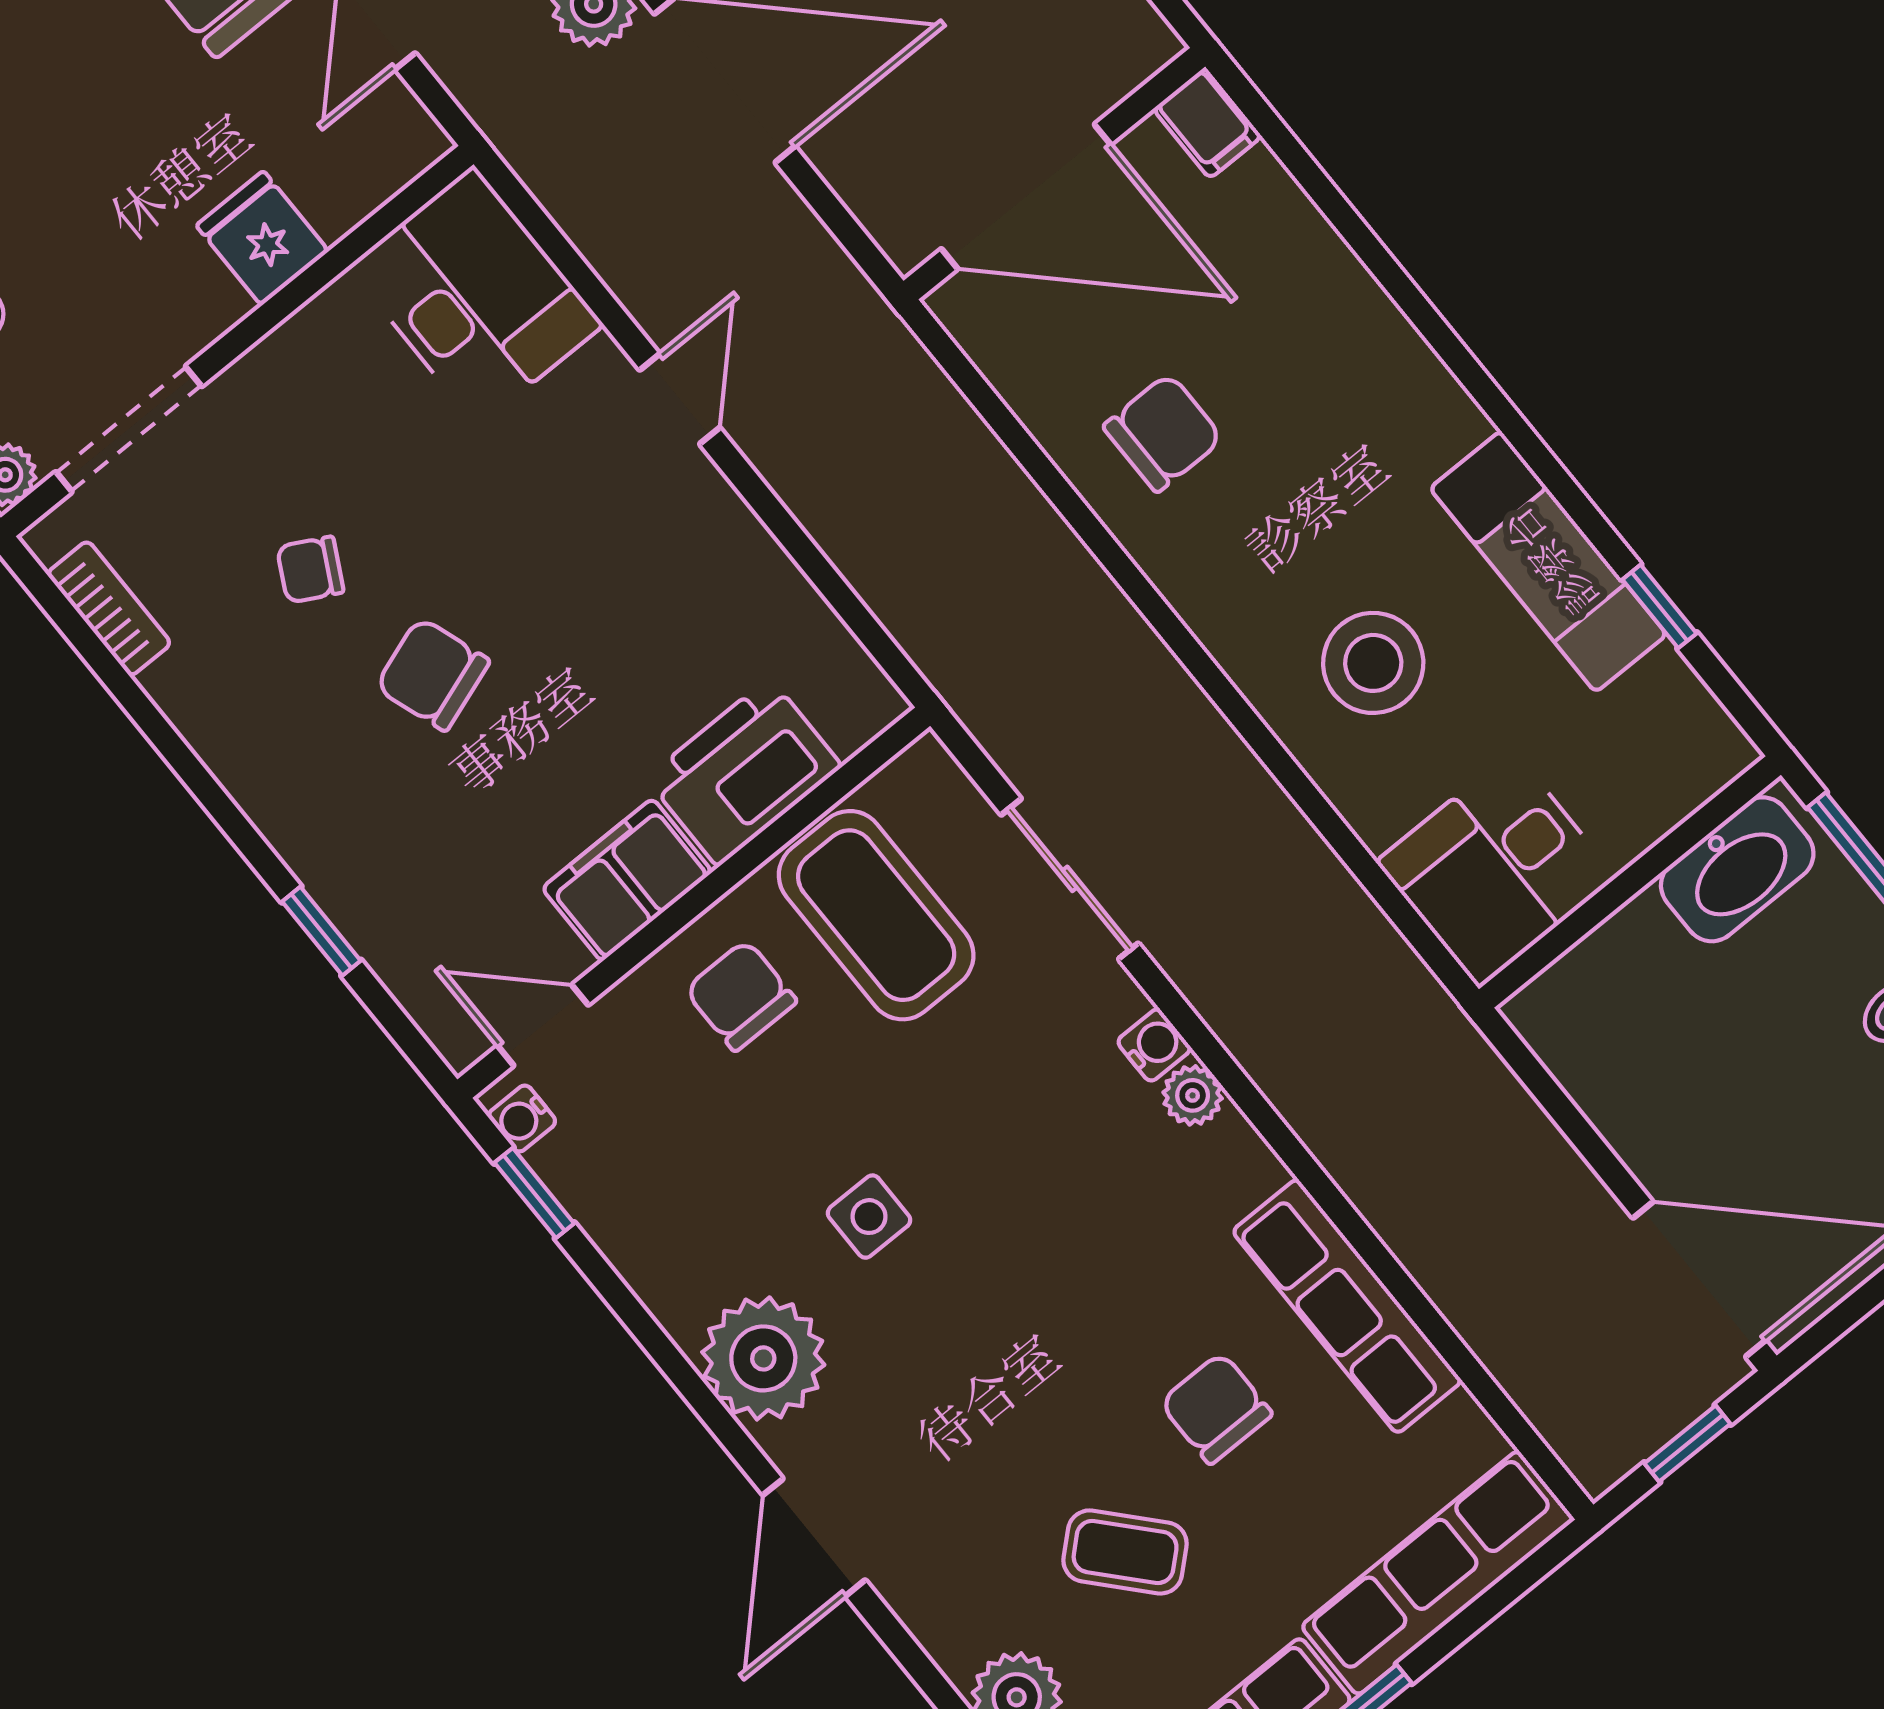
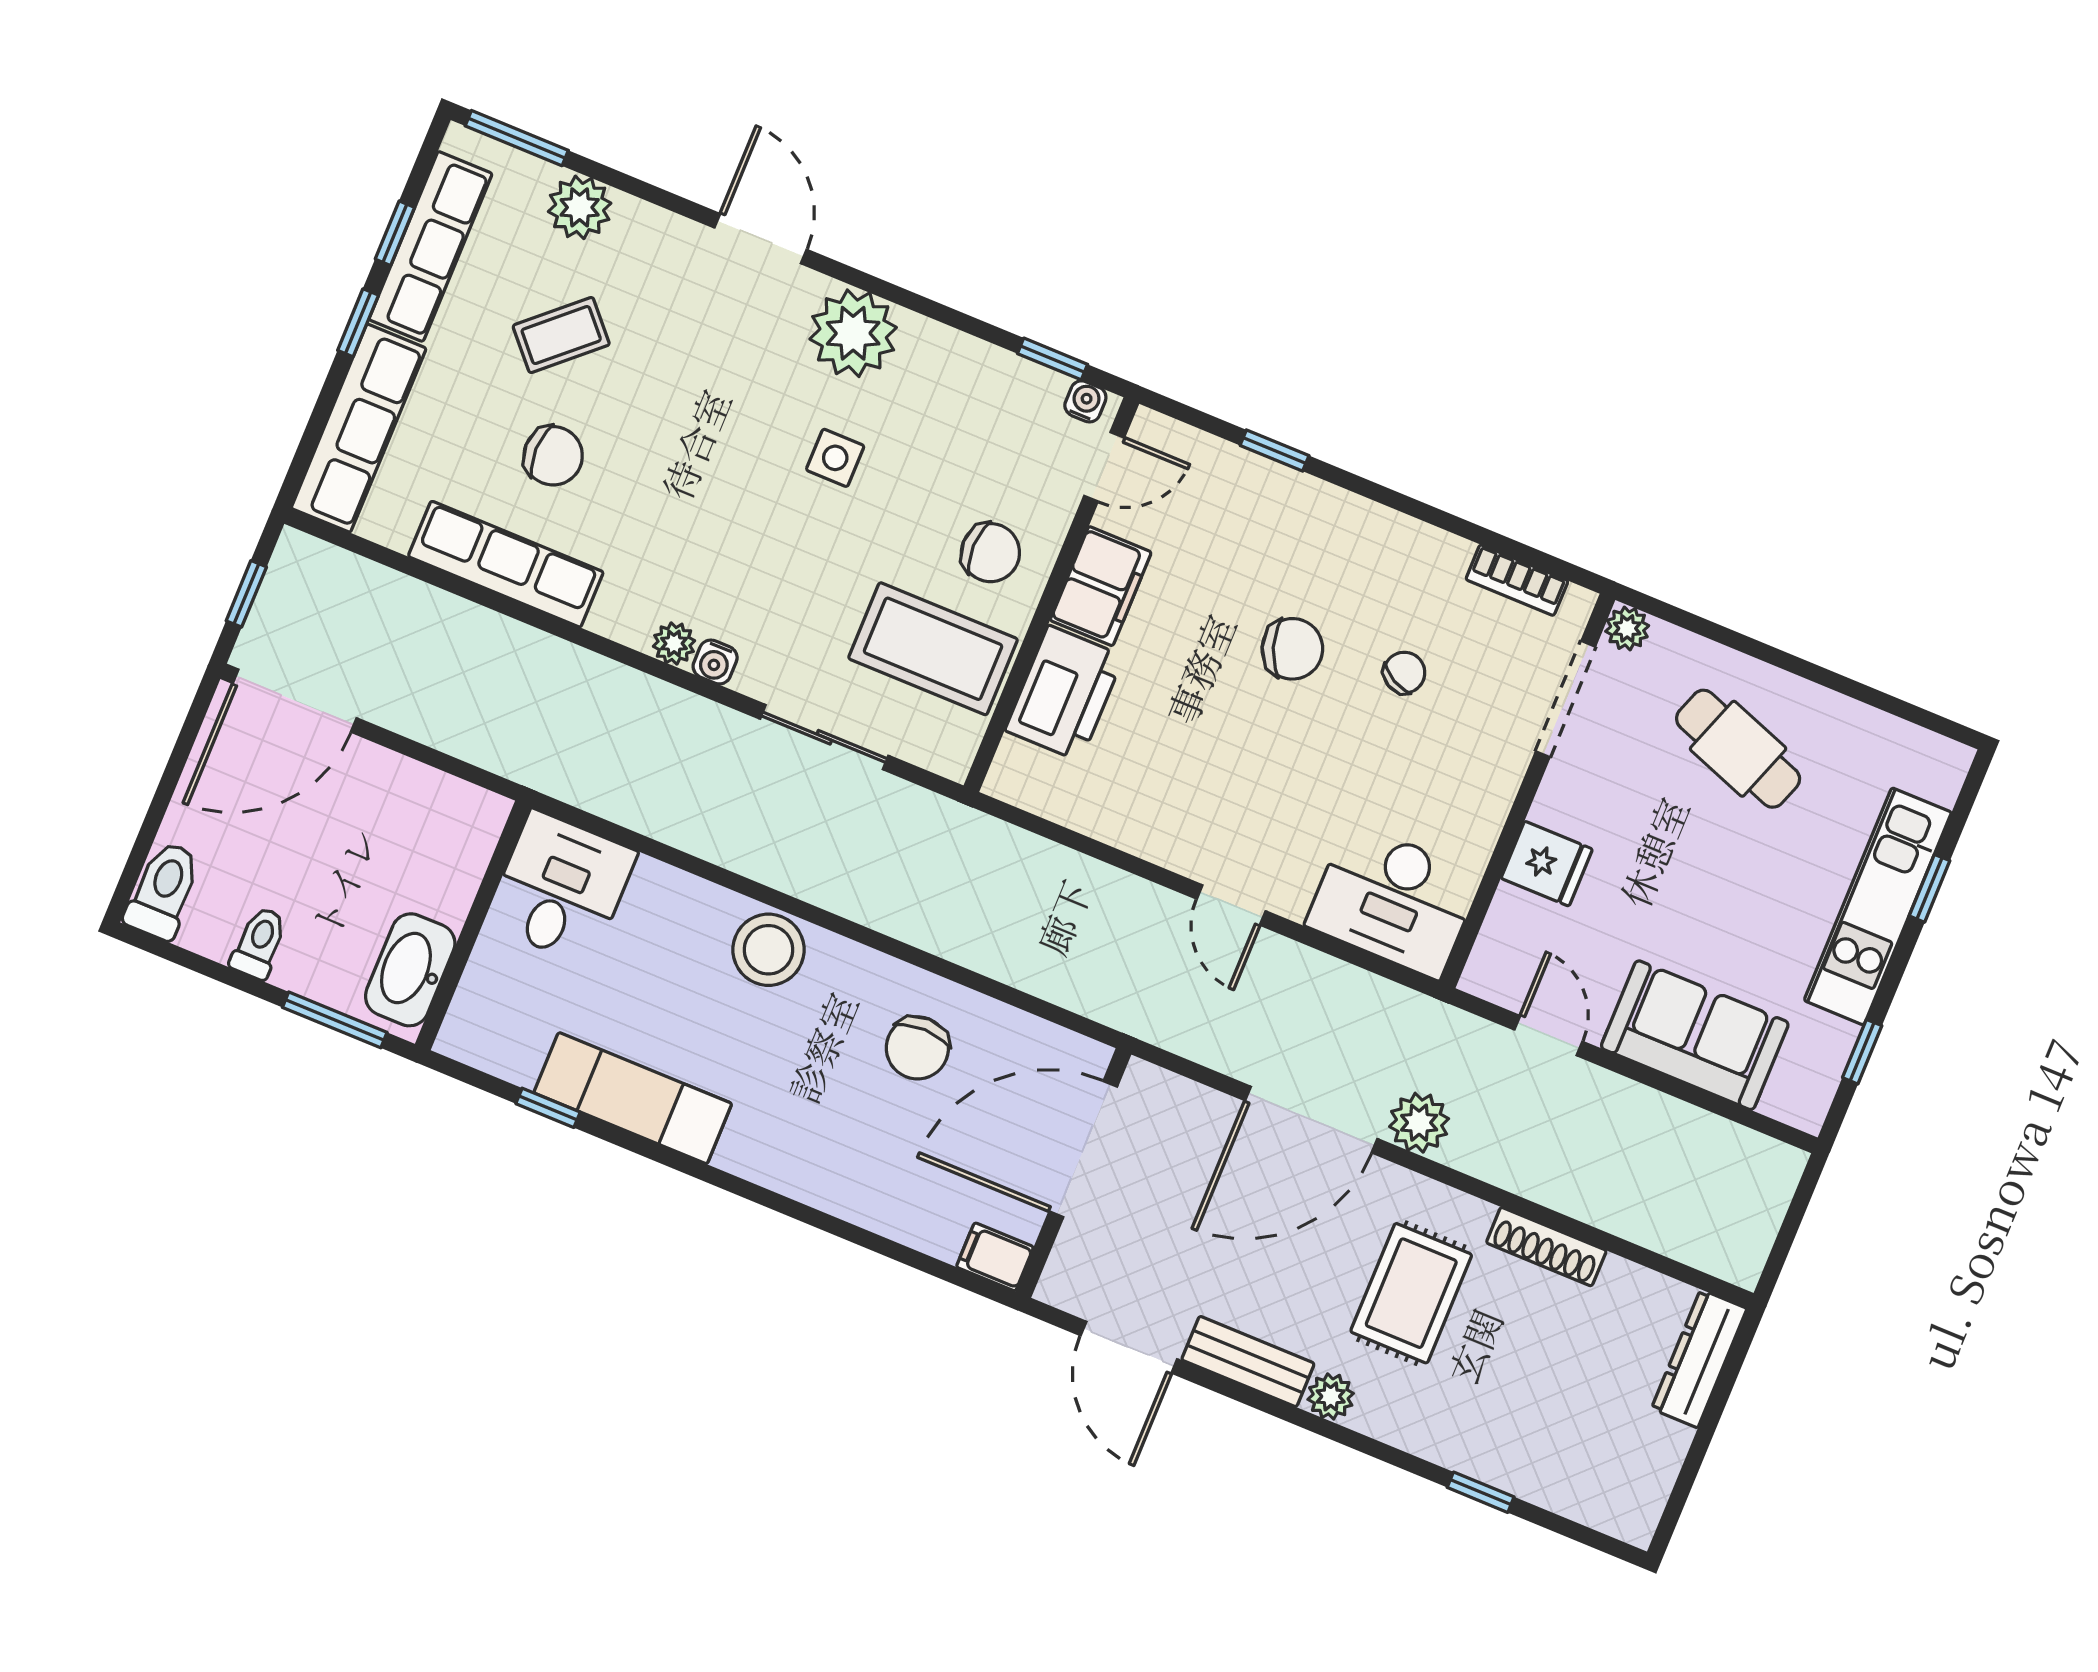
stool: (1373, 663) -> (768, 950), moved

